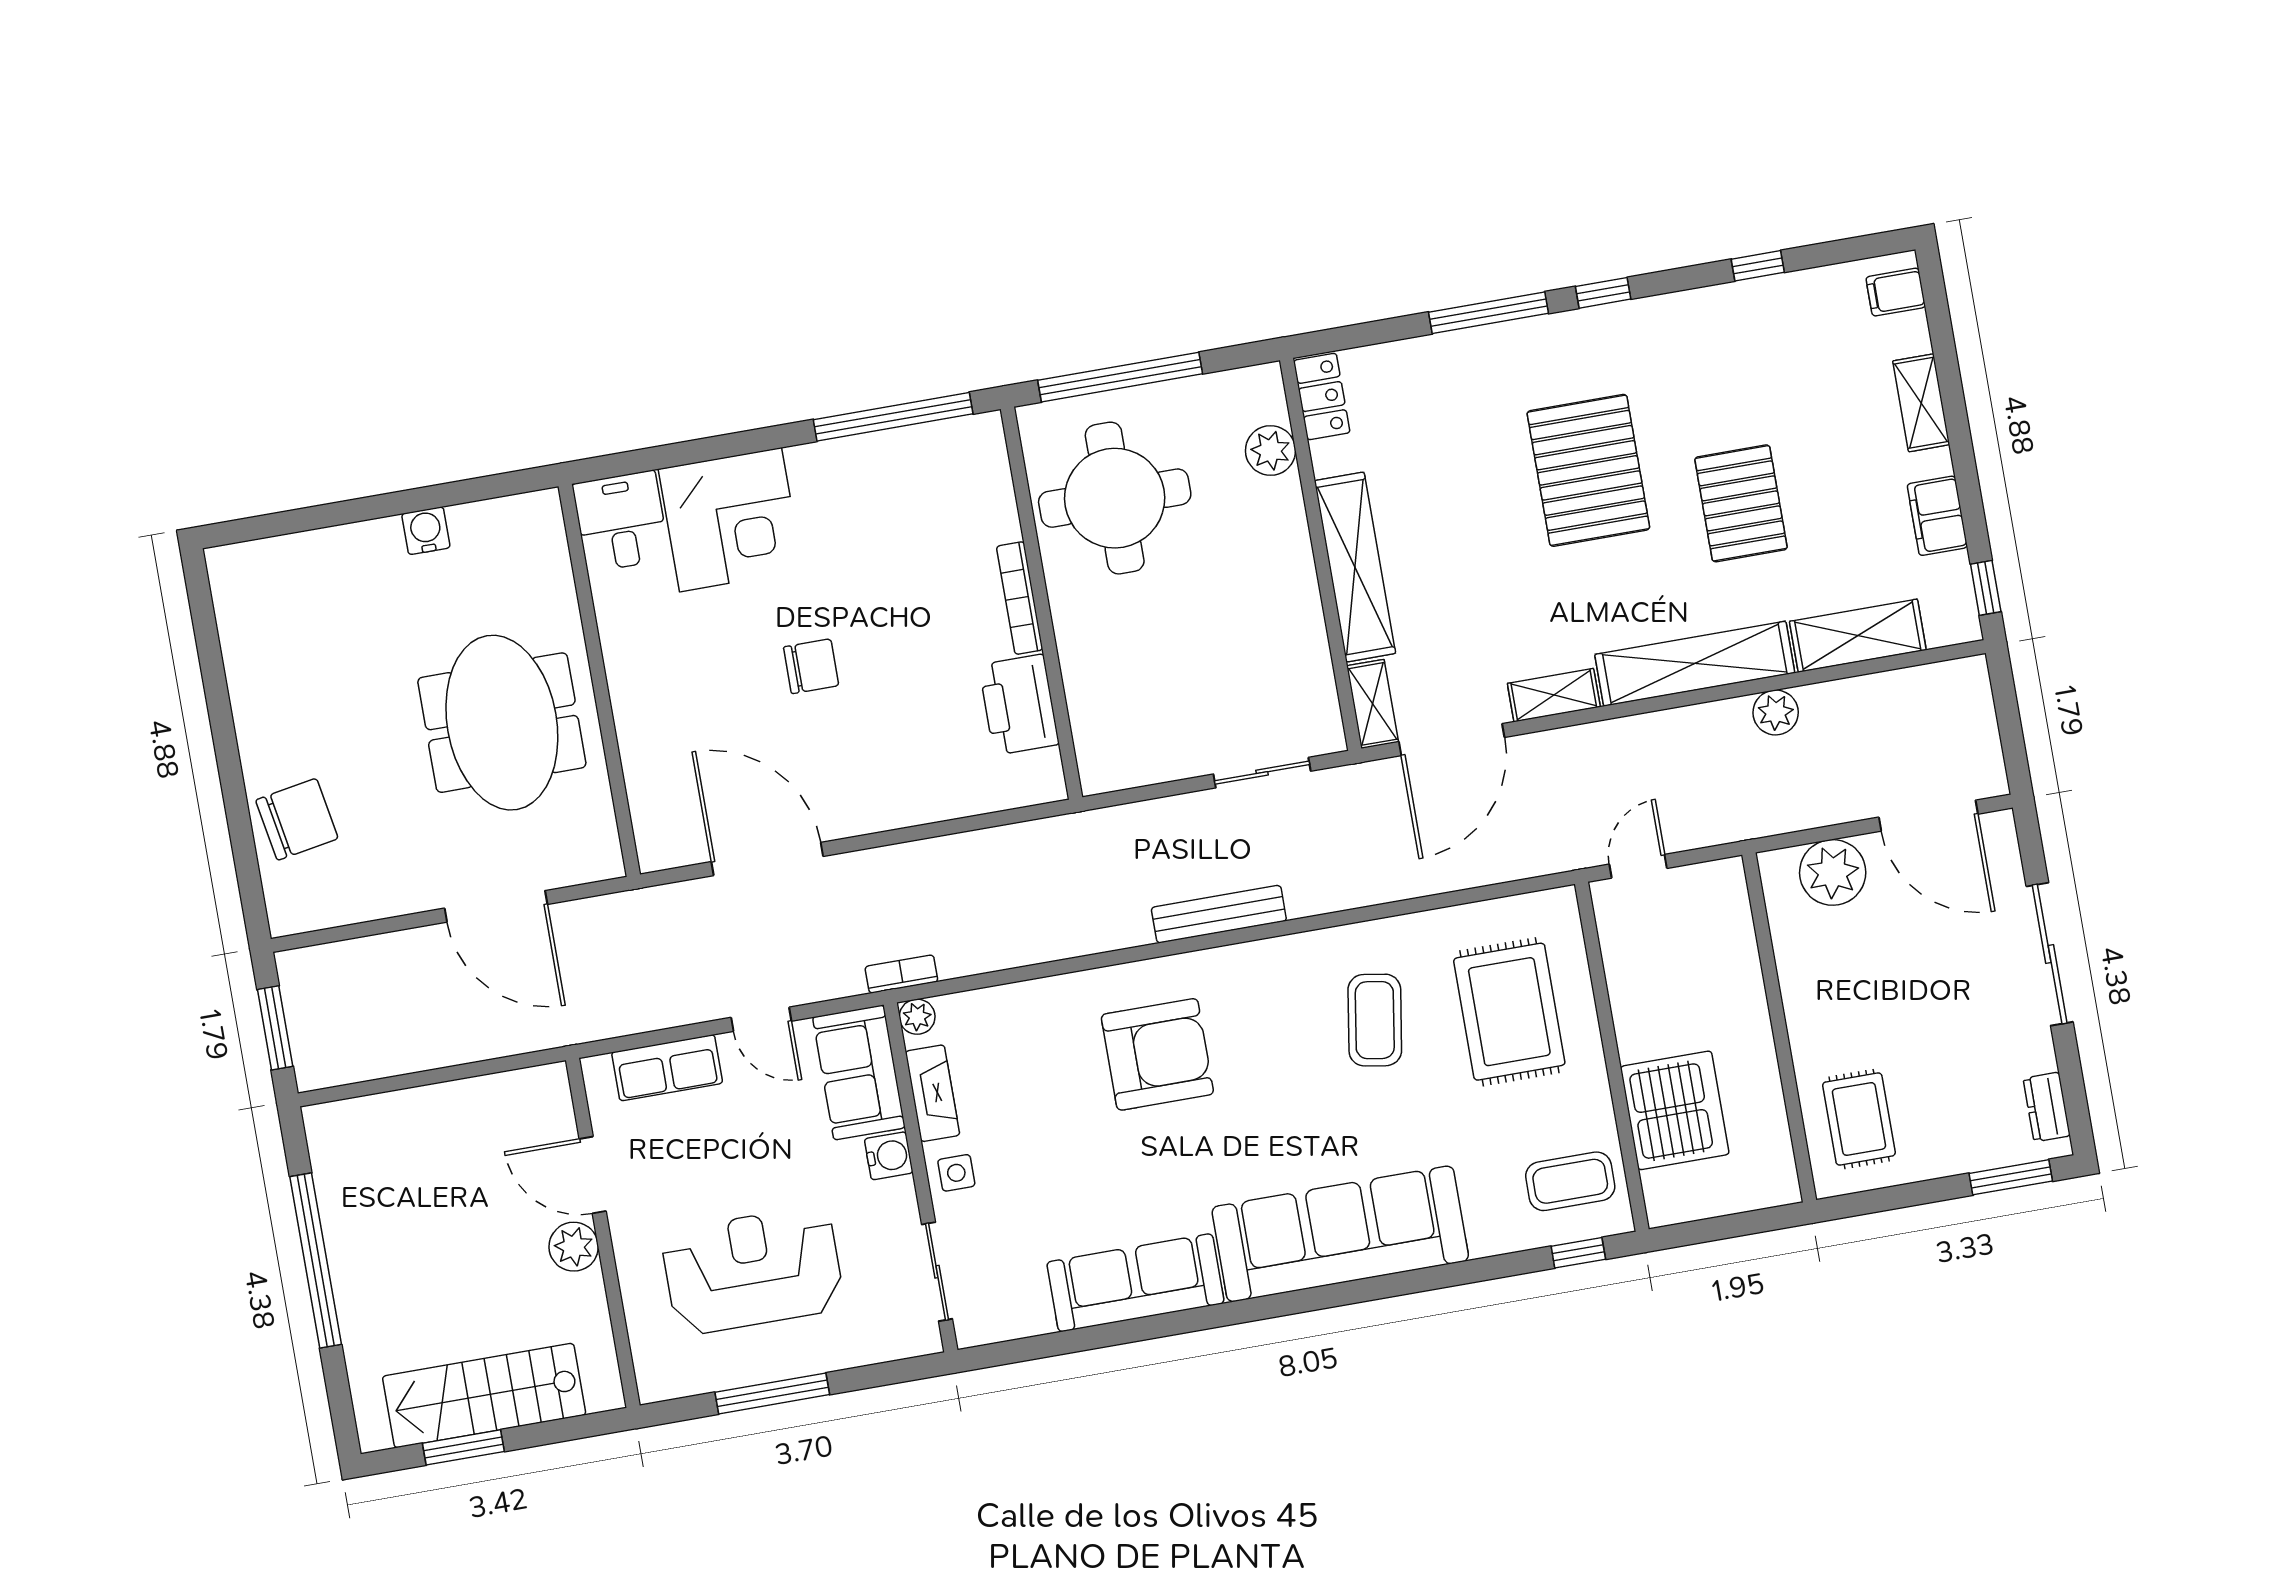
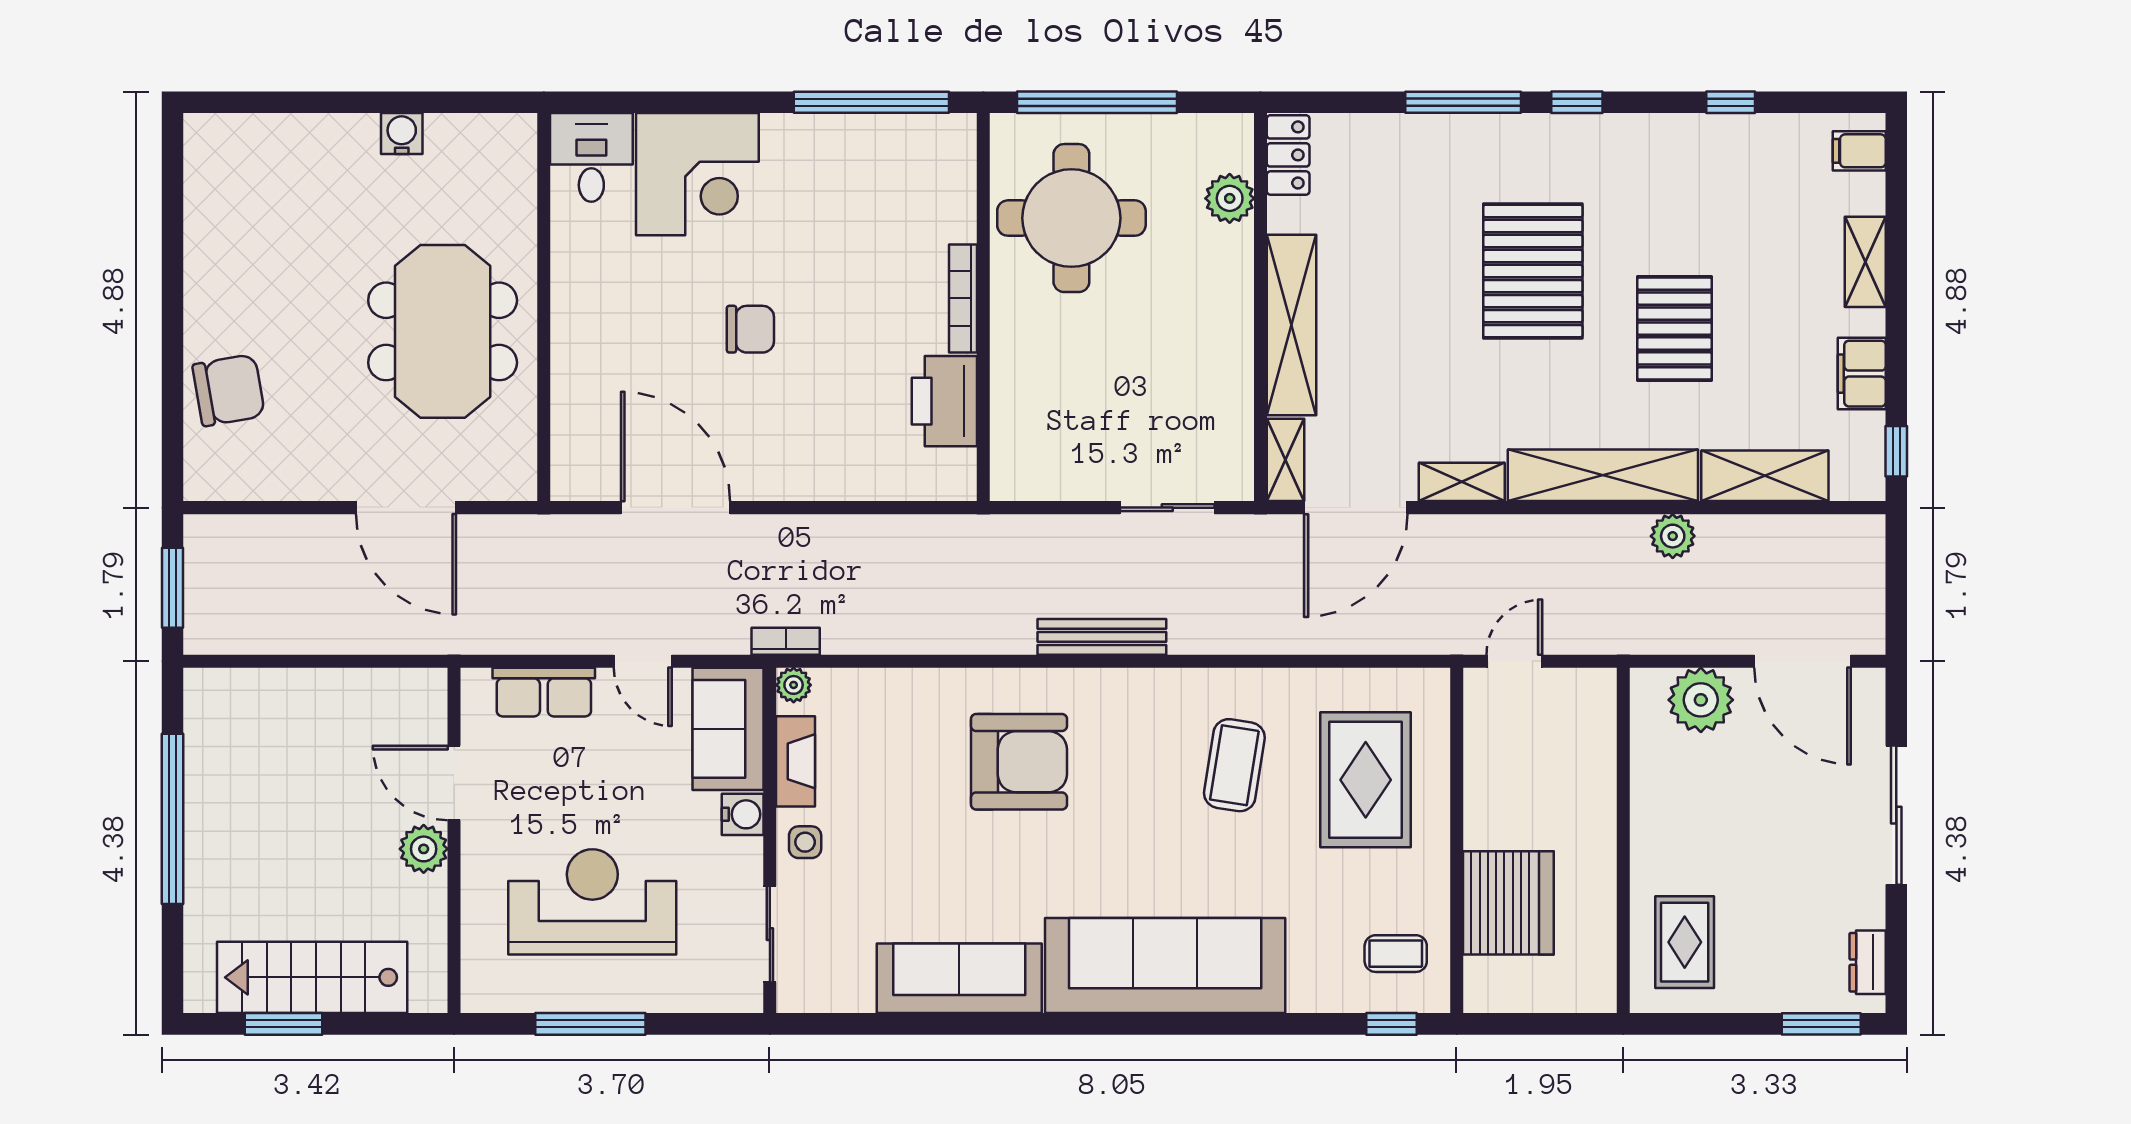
coffee table: (1570, 1181) -> (1396, 954), width x0.73, depth x0.77

